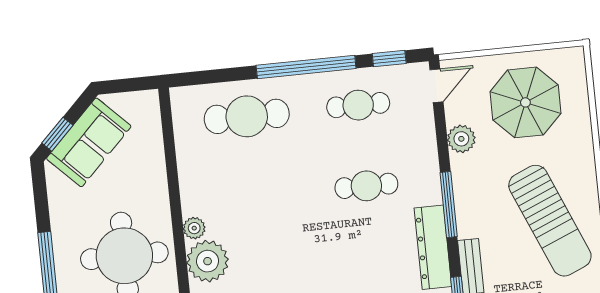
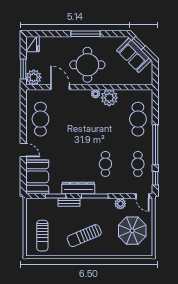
sun lounger: (550, 221) -> (84, 236), width x0.73, depth x0.75
plant: (208, 261) -> (109, 98), moved

